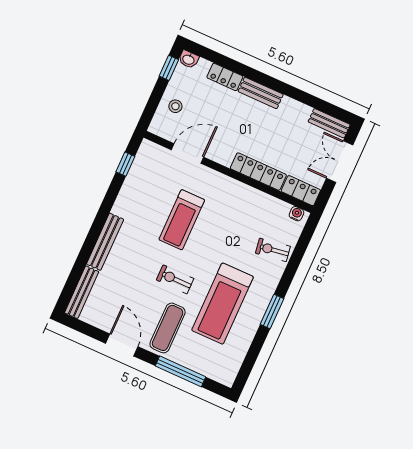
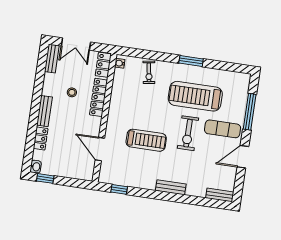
stool: (175, 106) -> (72, 92), moved
bench: (105, 242) -> (171, 187), width x0.73
exercise bike: (175, 279) -> (188, 133), width x1.38, depth x1.39
bench: (82, 292) -> (220, 195), width x0.73
treadmill: (222, 304) -> (195, 96), turned 180

